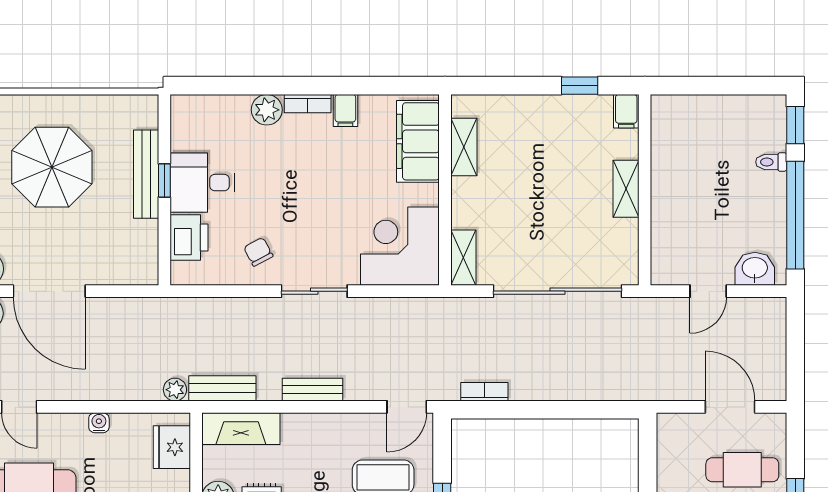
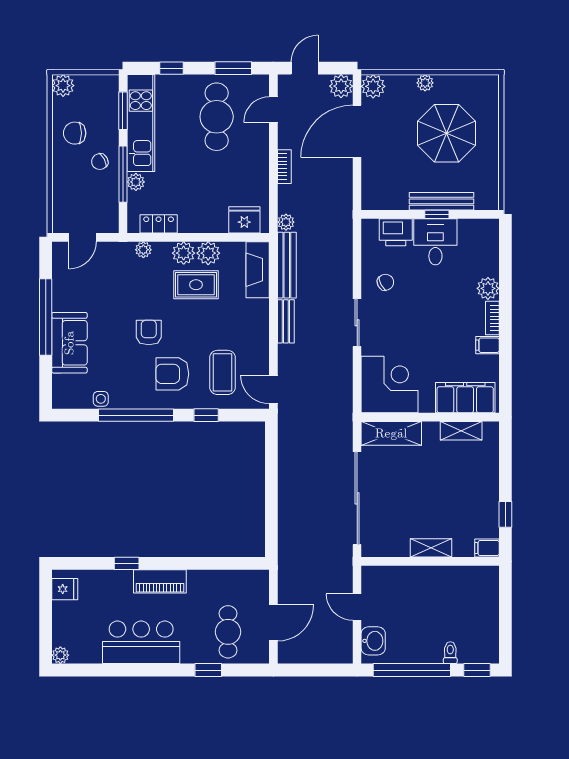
shelving: (463, 258) -> (391, 433), width x1.50, depth x1.33
bench: (222, 388) -> (287, 265), width x1.36
bookcase: (484, 392) -> (284, 167), moved
water cooler: (99, 423) -> (262, 167), removed

